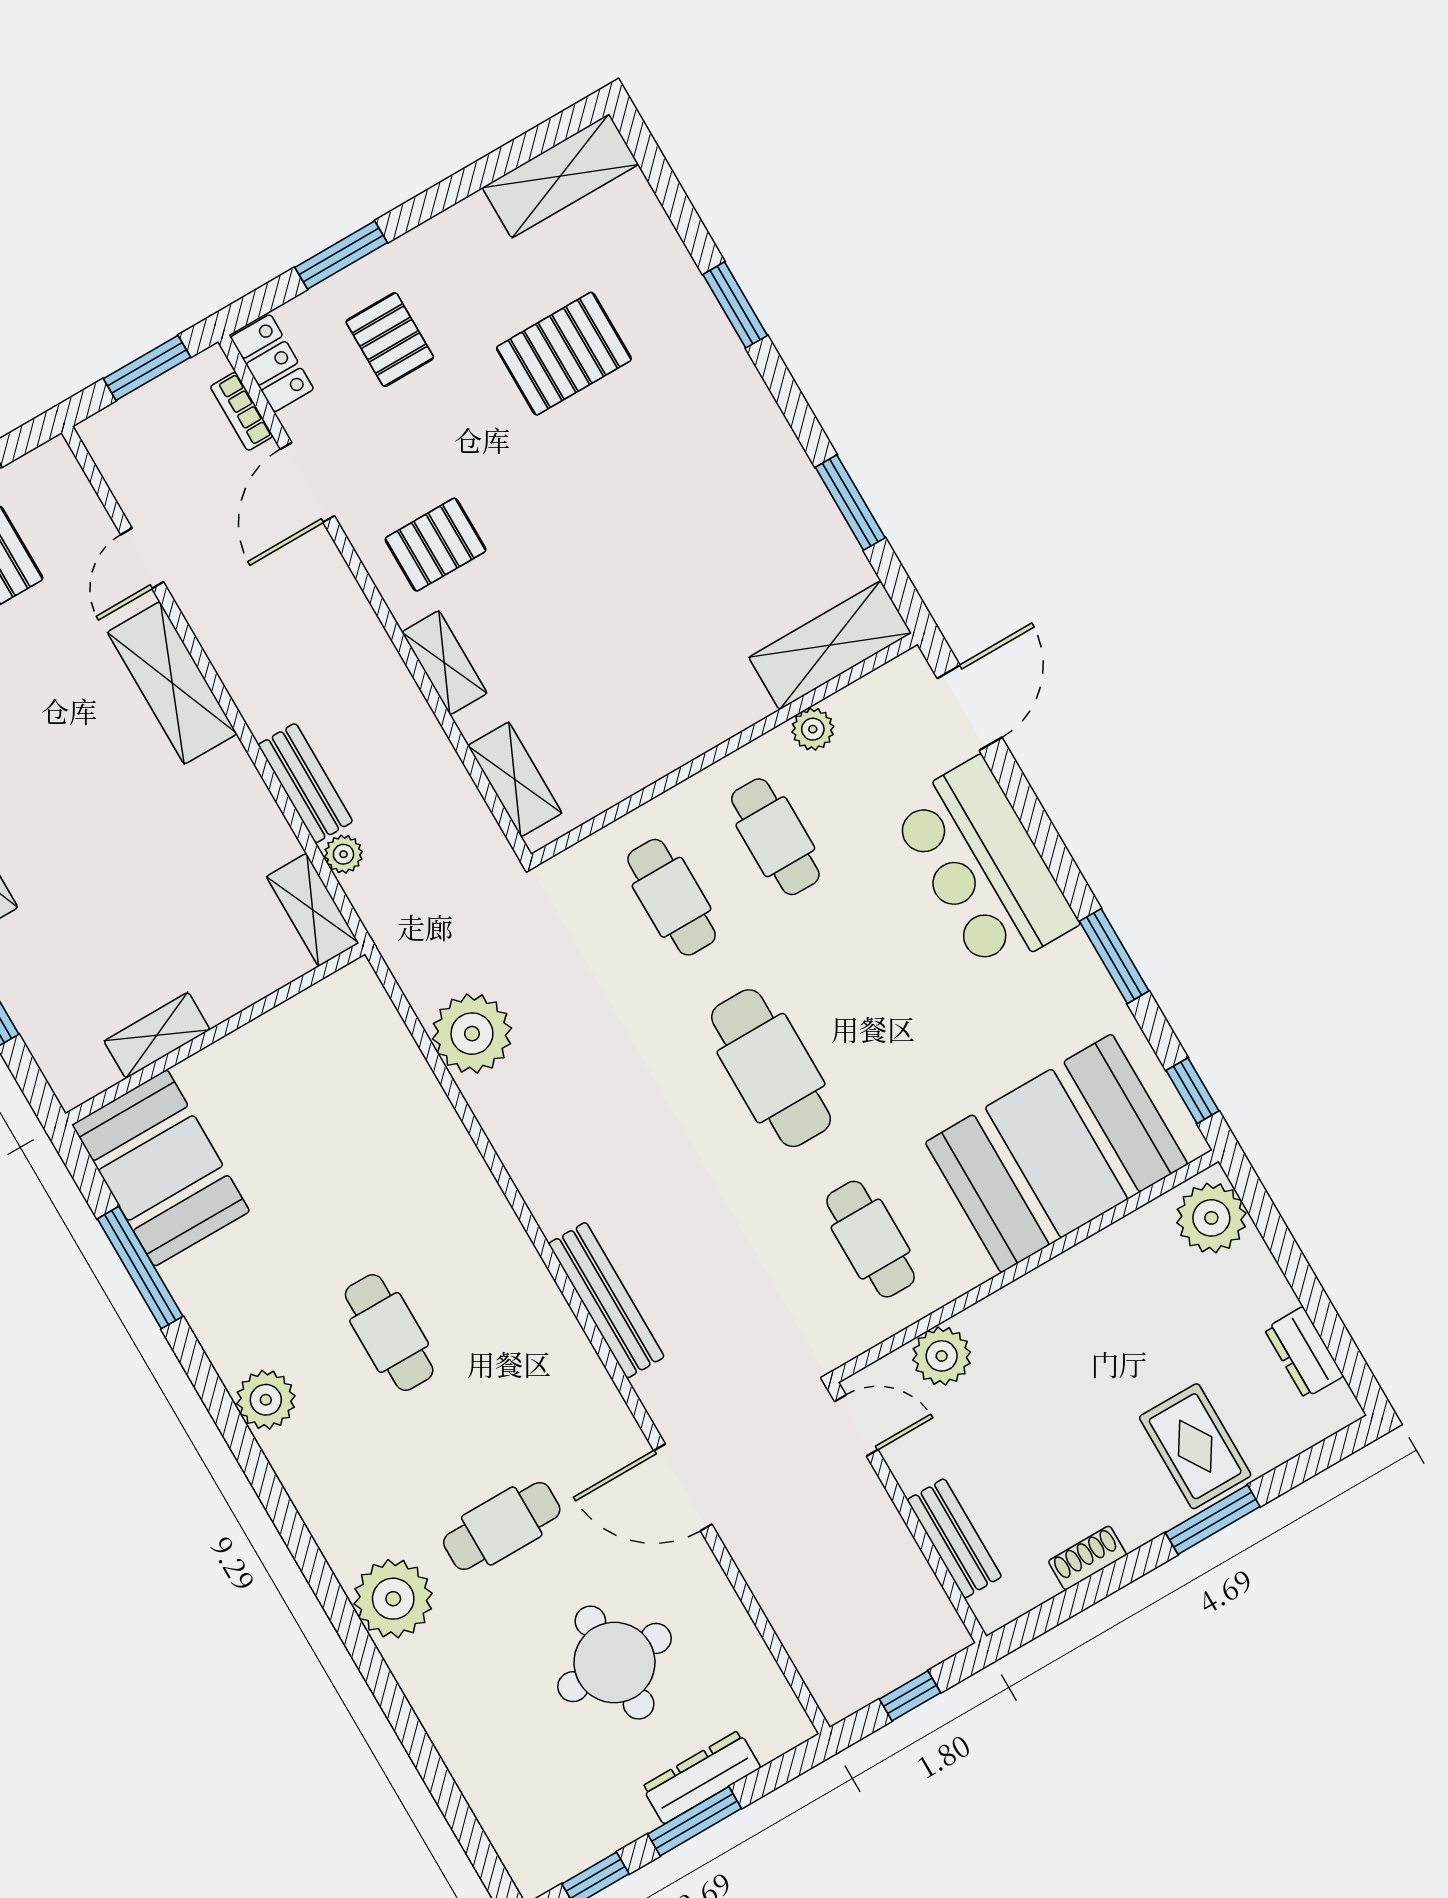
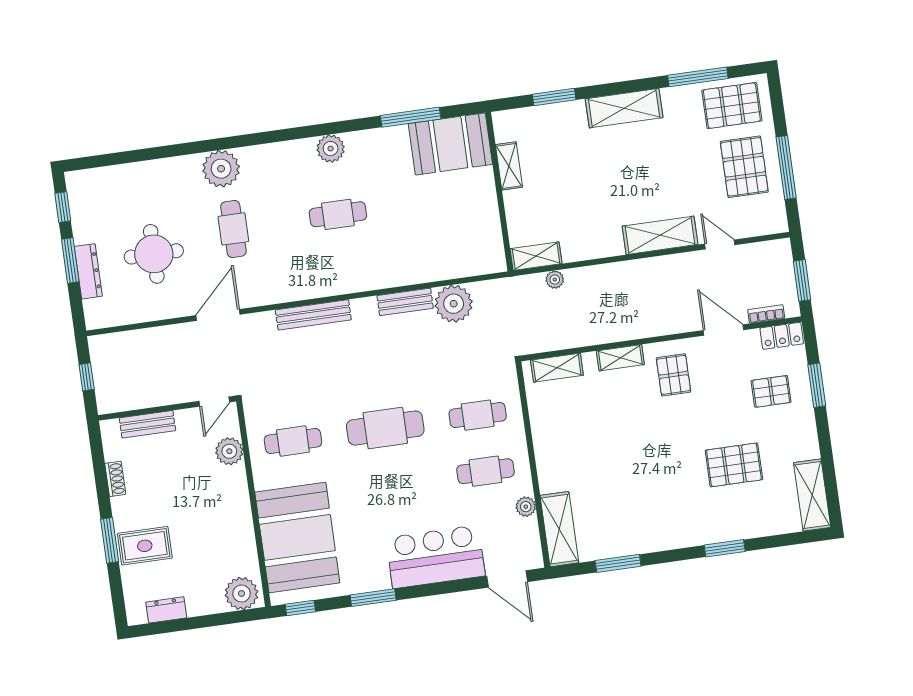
pallet: (564, 354) -> (734, 465), turned 90
bench: (305, 783) -> (405, 302), moved

